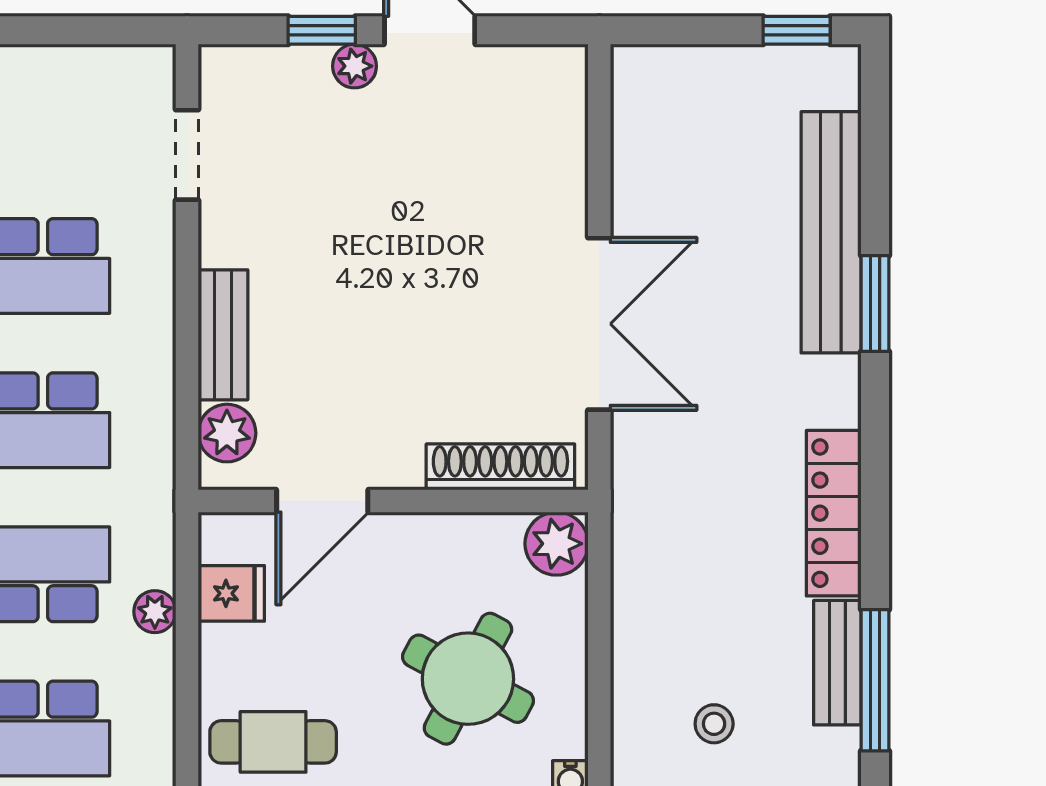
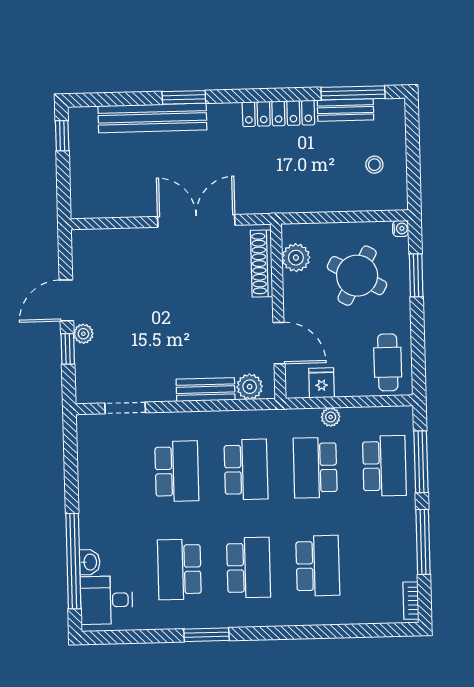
plant: (557, 544) -> (296, 258), moved

